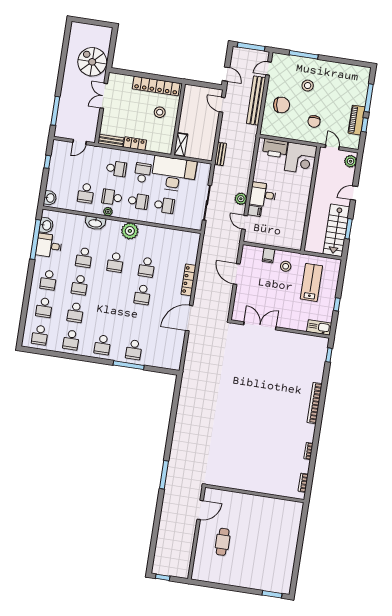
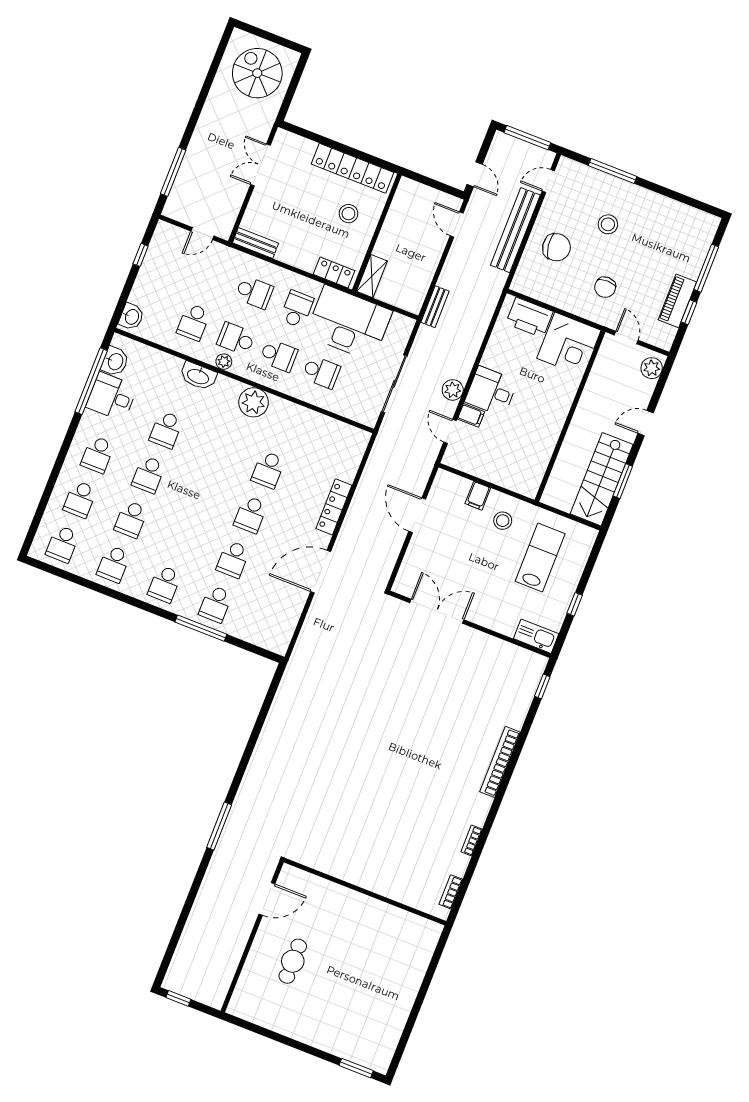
spiral stairs: (92, 62) -> (257, 73), moved
locker: (135, 144) -> (334, 273), moved
school desk: (115, 262) -> (233, 559), moved

